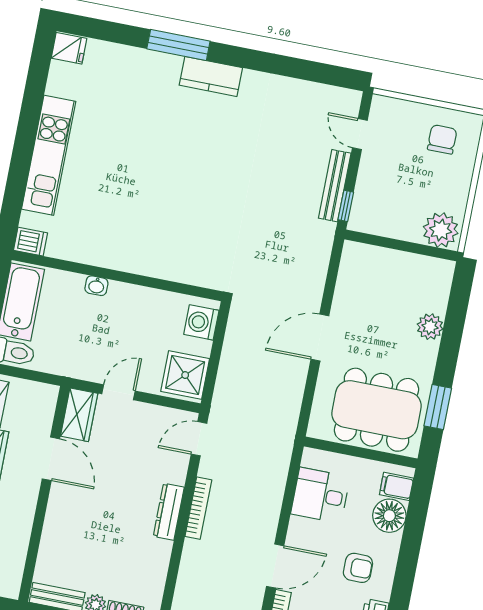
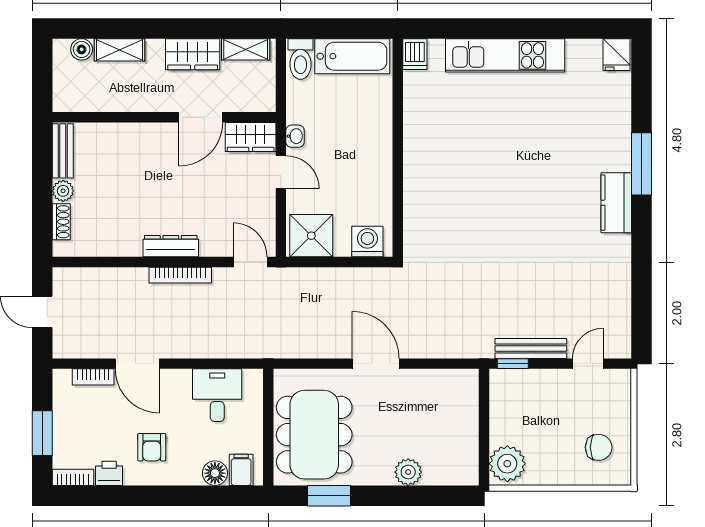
washbasin: (96, 286) -> (295, 136), moved, turned 180
floor lamp: (389, 516) -> (215, 473), width x0.73, depth x0.73

